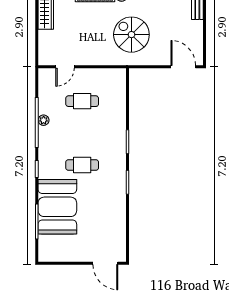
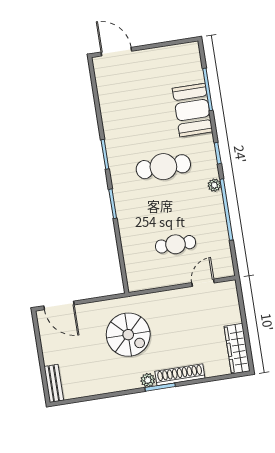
plant: (44, 120) -> (214, 185), moved
cafe table: (82, 165) -> (163, 167), width x1.37, depth x1.35
booth: (57, 207) -> (192, 110), width x0.73, depth x0.70

